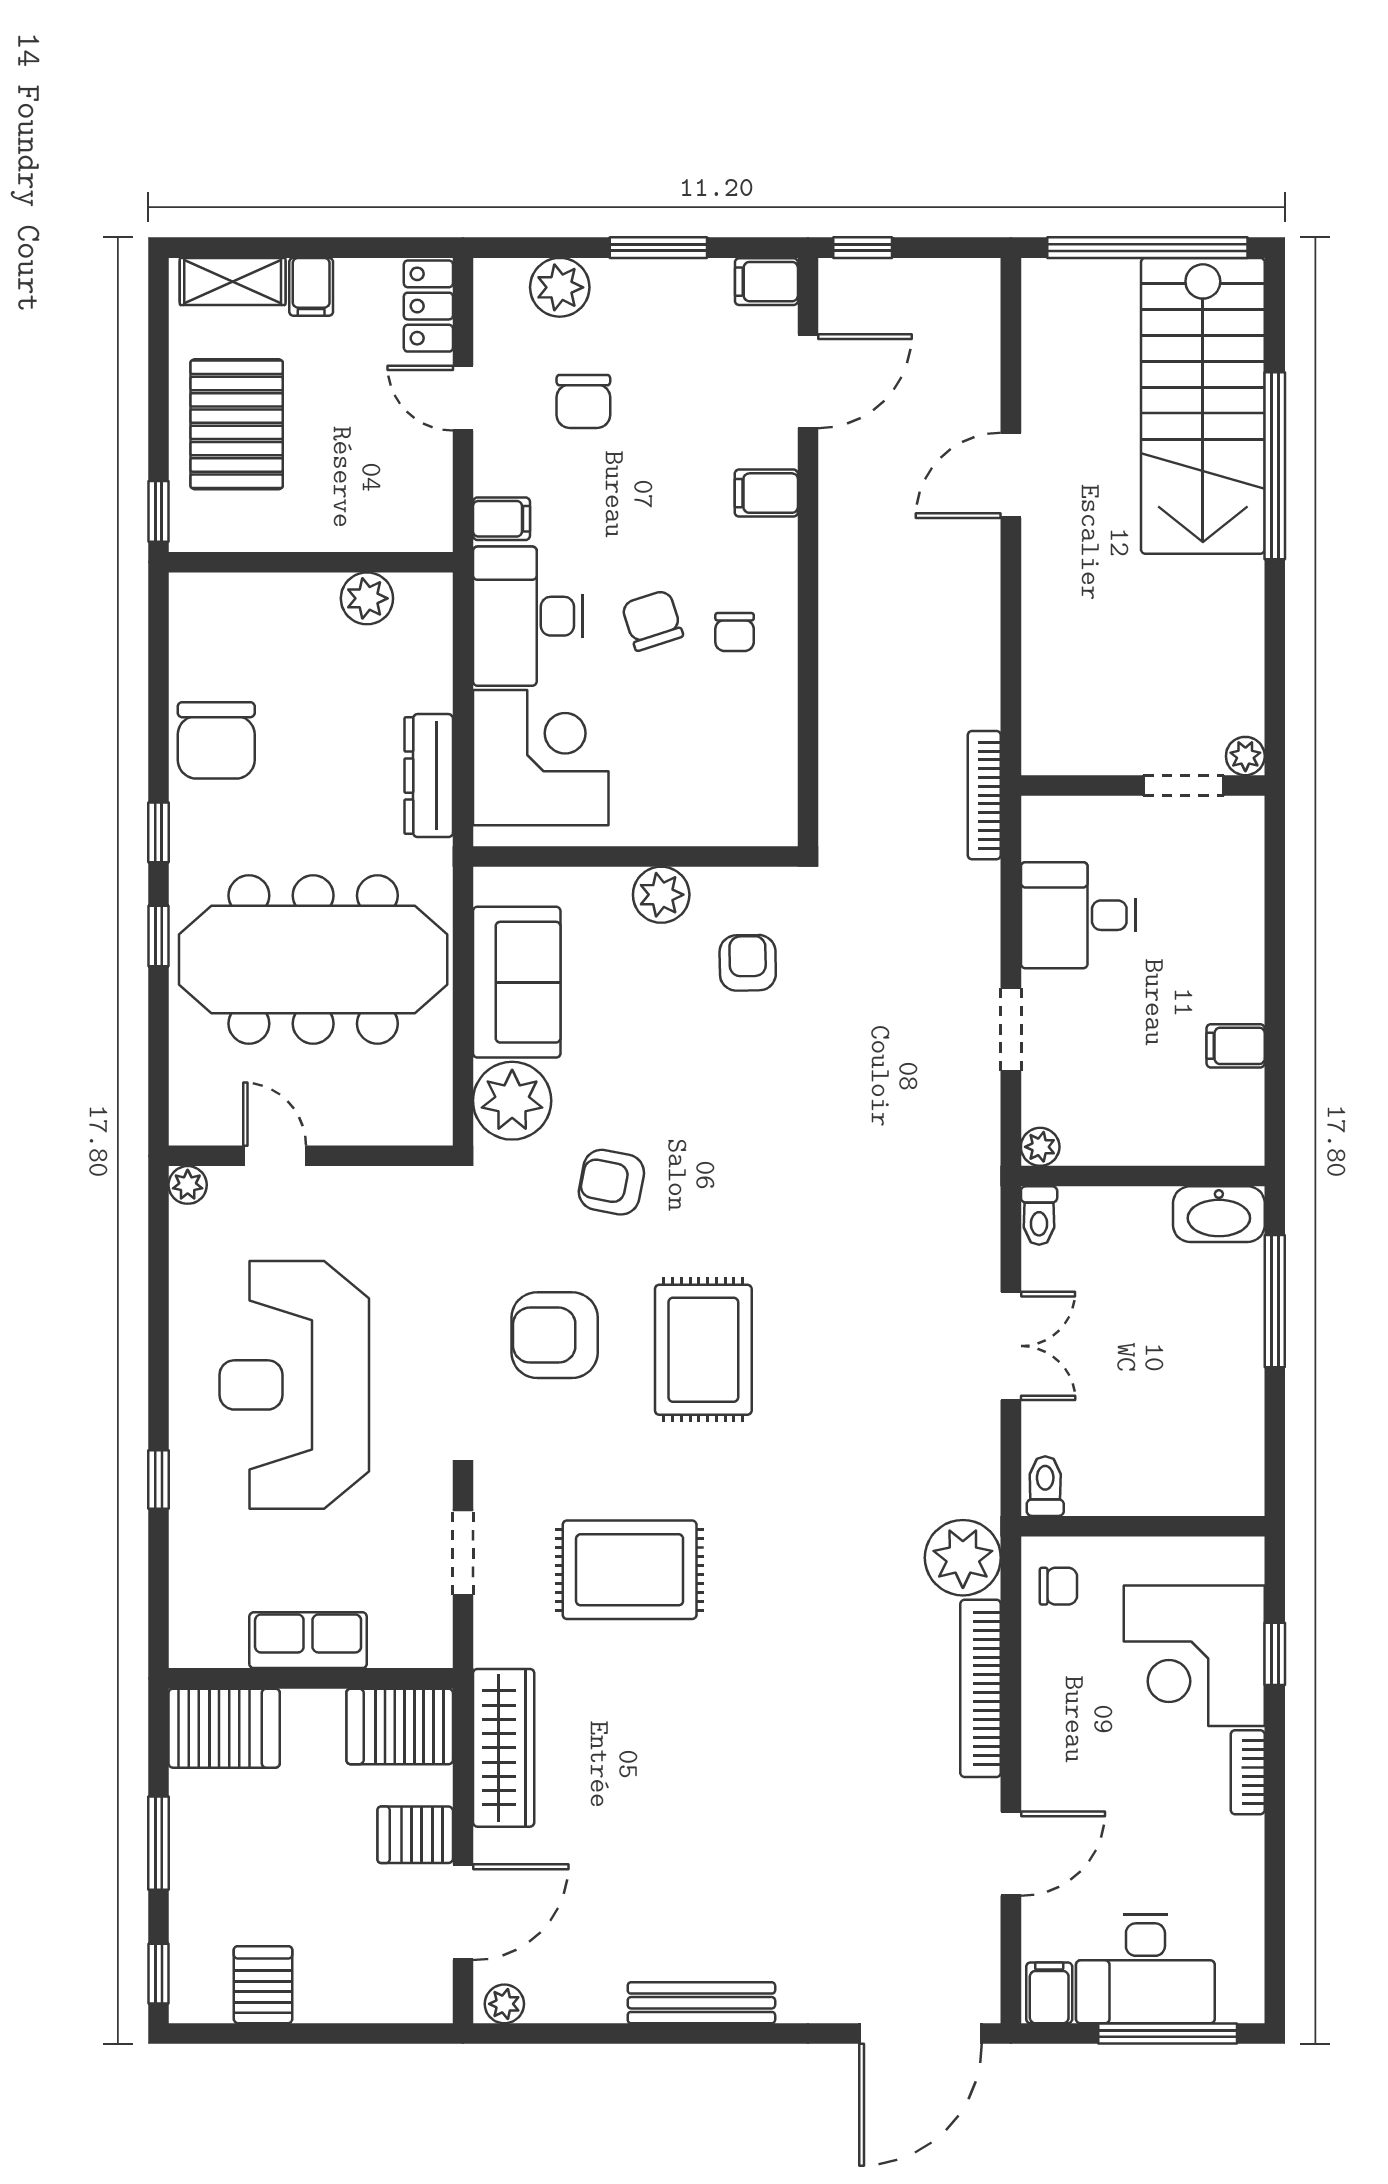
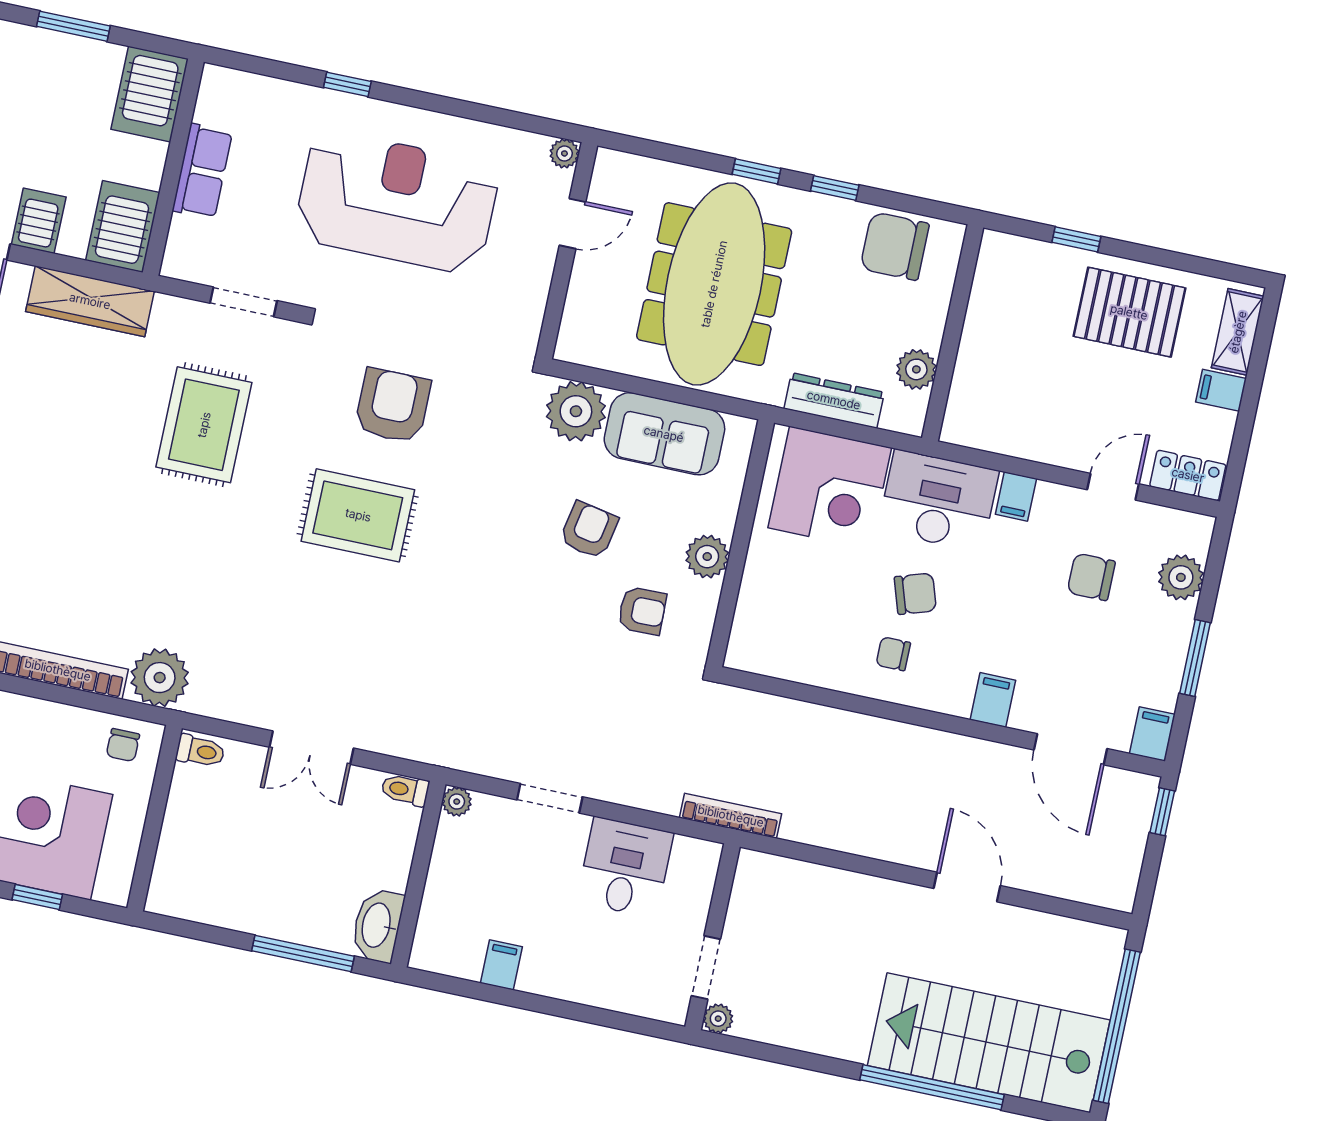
wall: (311, 562) -> (953, 333), moved
plant: (367, 598) -> (916, 369), moved
armchair: (611, 1182) -> (589, 530), moved

